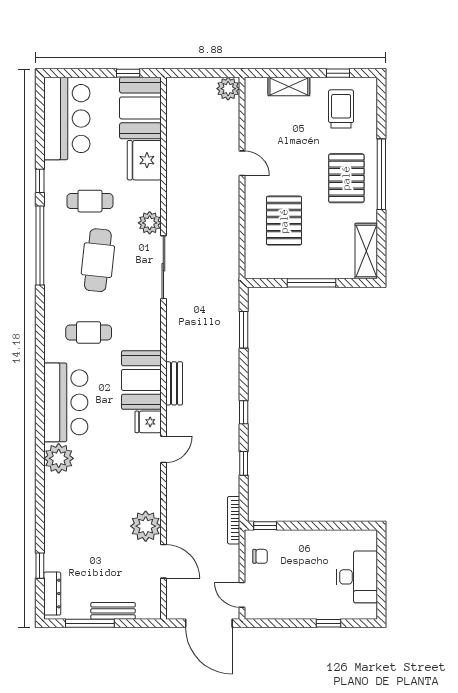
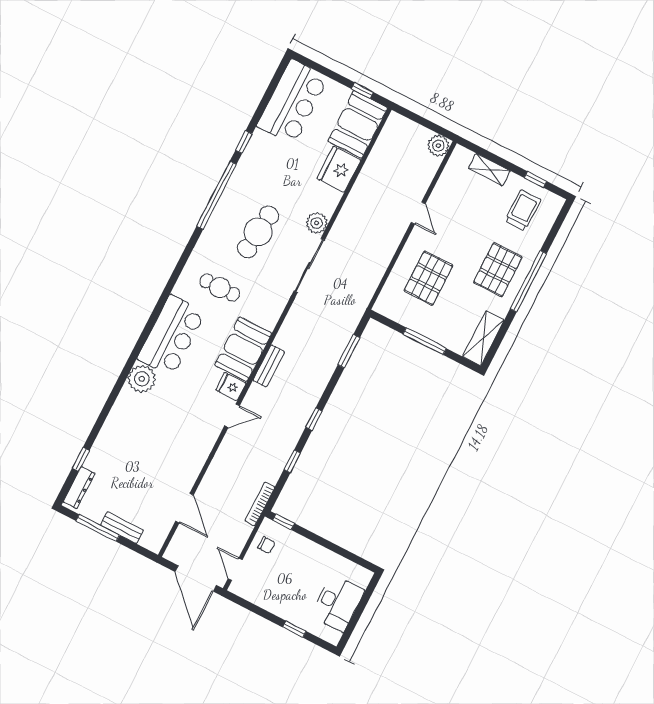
cafe table: (90, 201) -> (277, 180), removed
plant: (146, 526) -> (185, 472), removed

